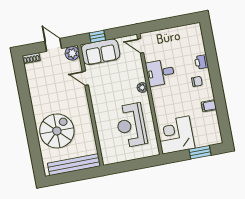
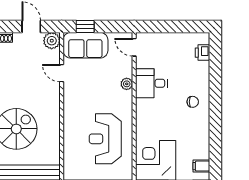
printer: (202, 62) -> (202, 53), moved
plant: (142, 87) -> (127, 84), moved
filing cabinet: (209, 106) -> (201, 166), moved

